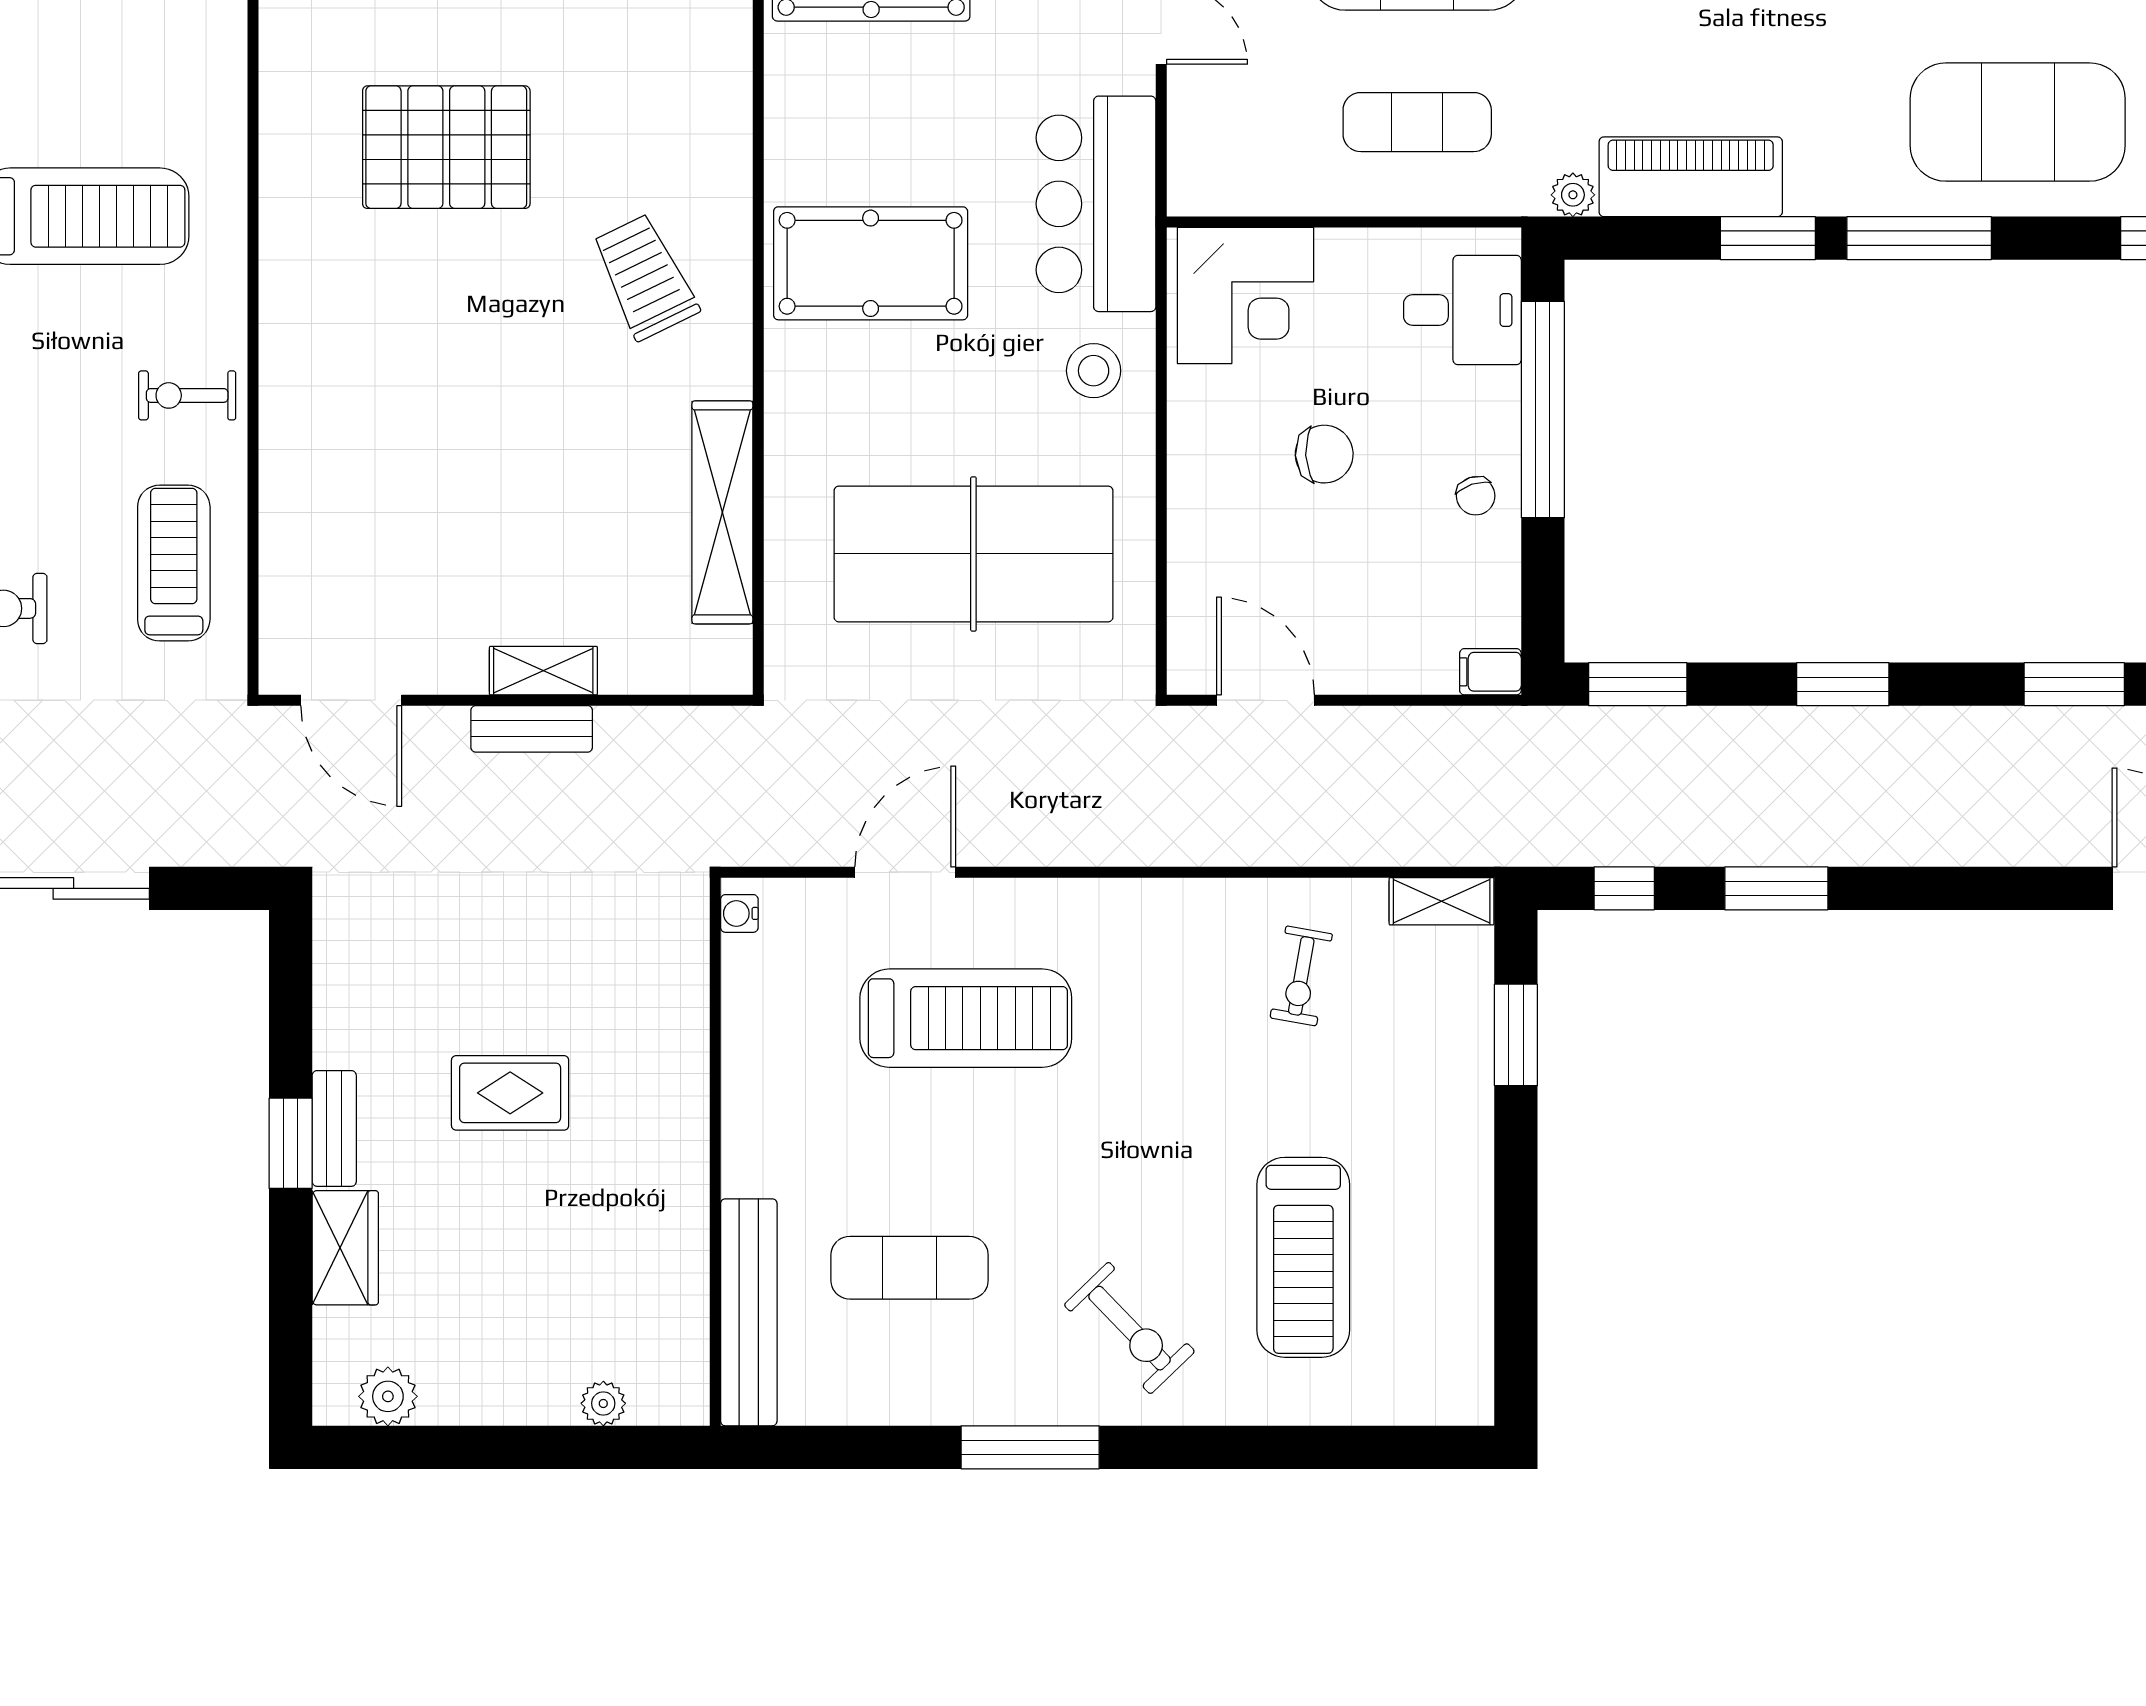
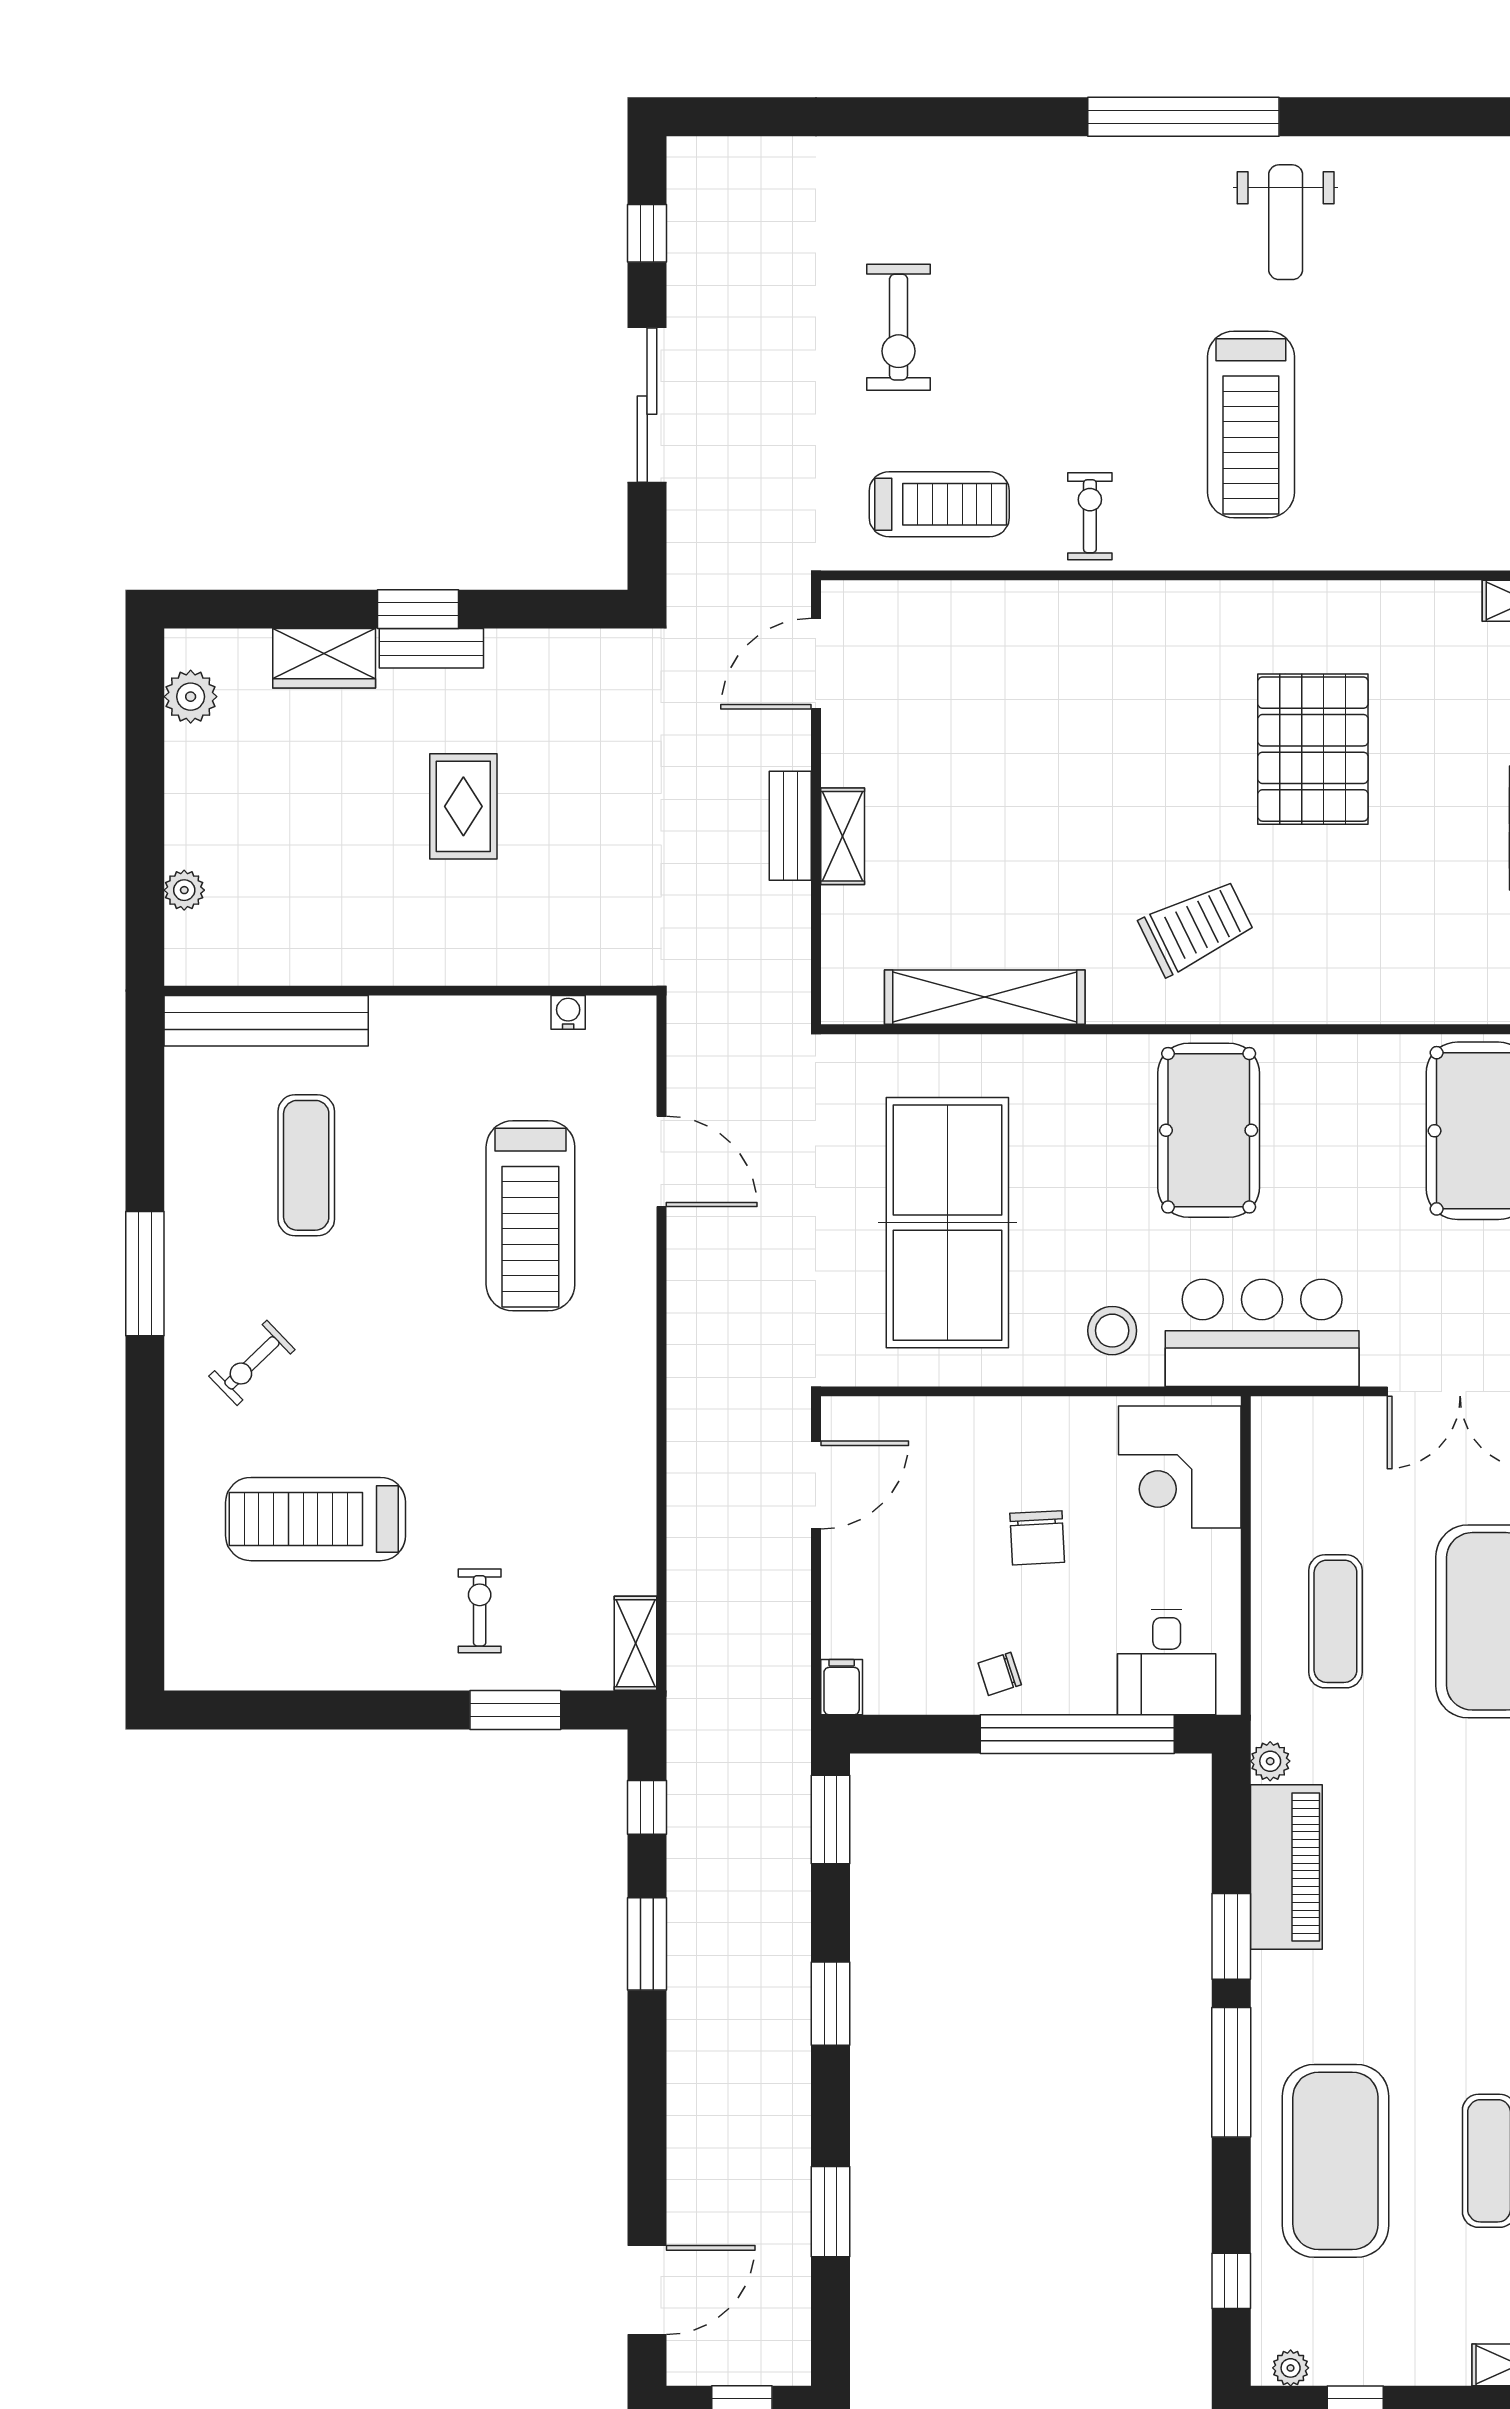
water cooler: (739, 913) -> (568, 1012), moved
exercise bike: (1301, 976) -> (480, 1611), moved, turned 80
exercise bike: (1130, 1328) -> (252, 1363), width x0.73, depth x0.72

